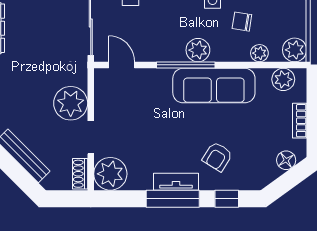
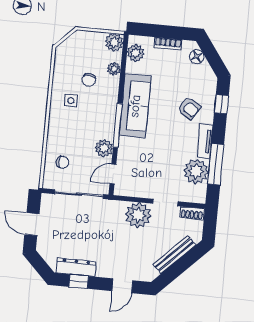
plant: (198, 50) -> (104, 148), moved
plant: (110, 174) -> (196, 171), moved
window: (173, 199) -> (216, 164), moved

